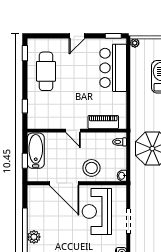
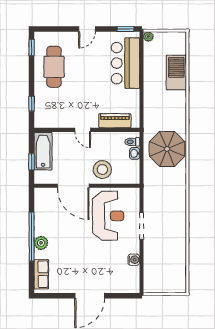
washbasin: (122, 176) -> (135, 153), moved
reception desk: (97, 211) -> (108, 216), turned 180

